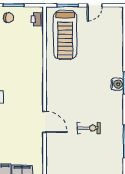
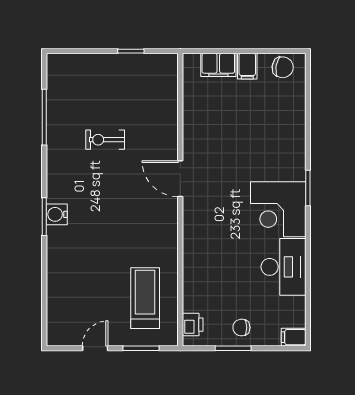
treadmill: (65, 35) -> (145, 298), width x0.73, depth x0.73
door: (45, 122) -> (180, 179), moved

